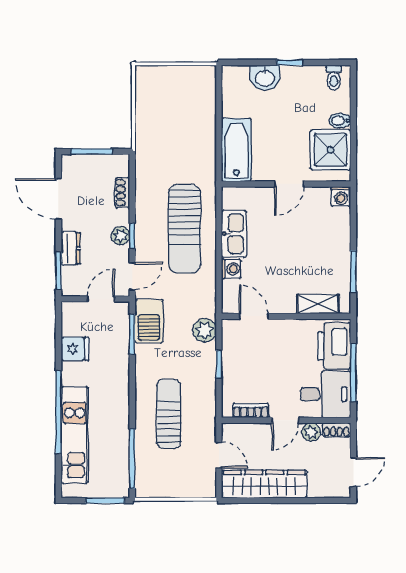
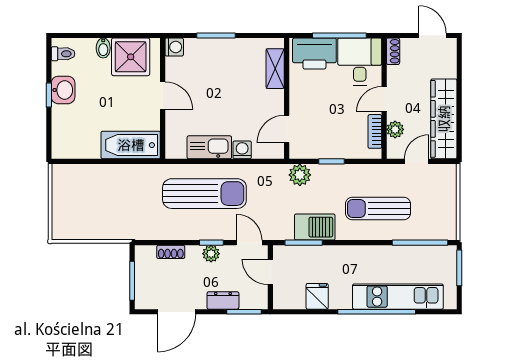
washbasin: (265, 78) -> (63, 90), moved
window: (353, 271) -> (216, 35), moved
barbecue: (149, 321) -> (315, 227), moved
door: (285, 420) -> (384, 99), swing flipped
plant: (311, 432) -> (395, 129), moved

